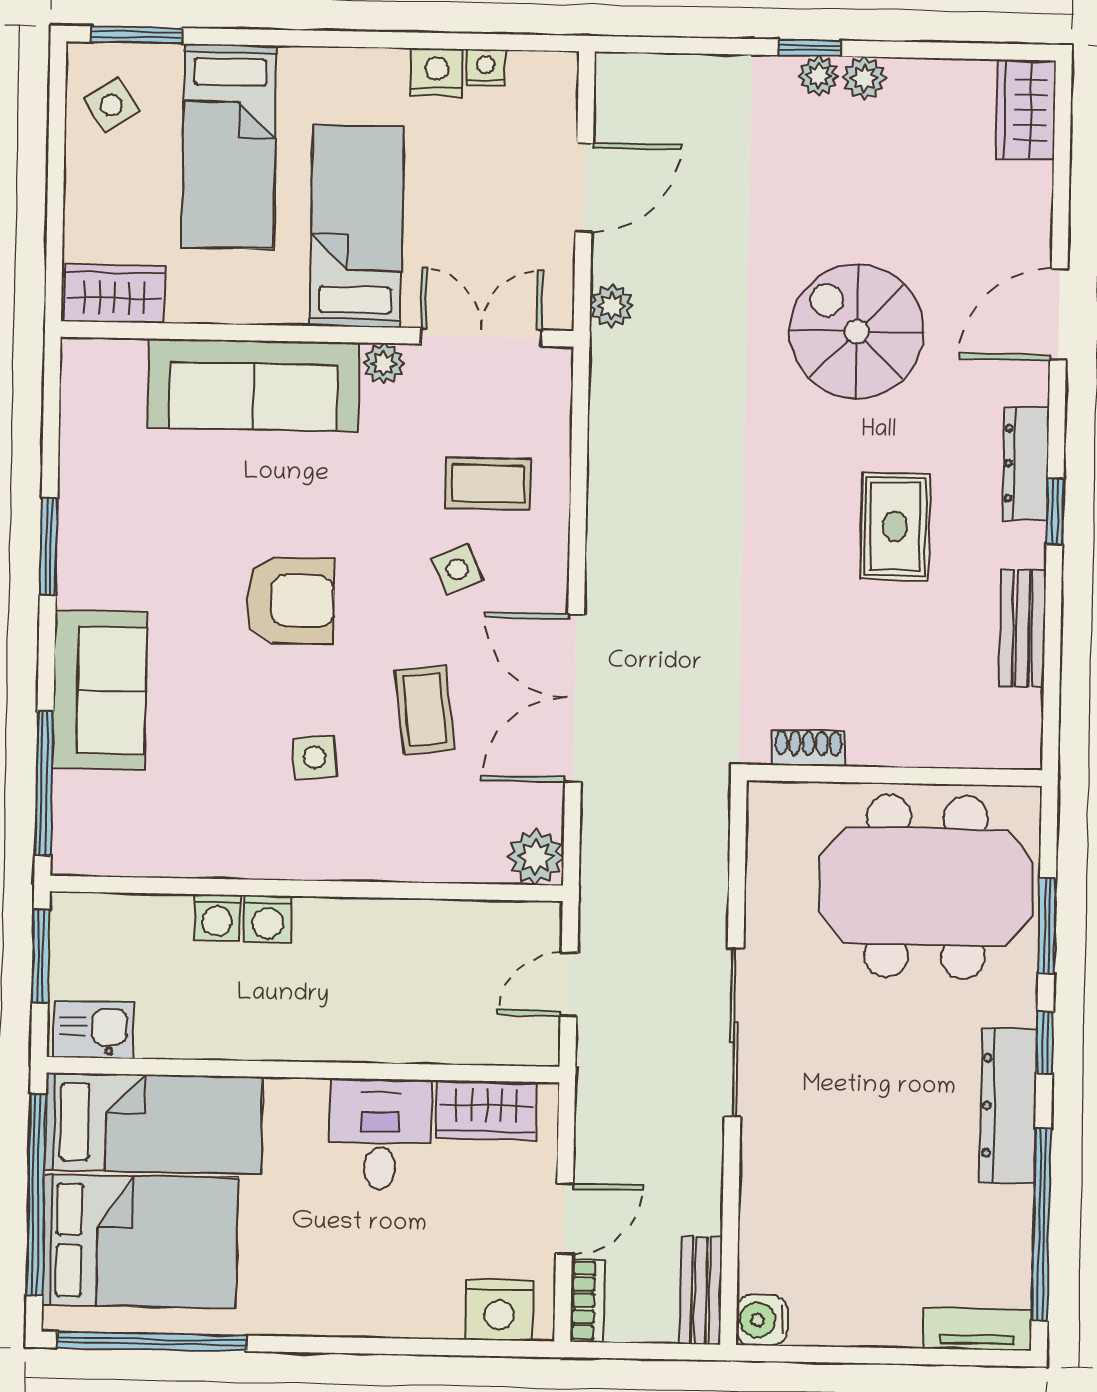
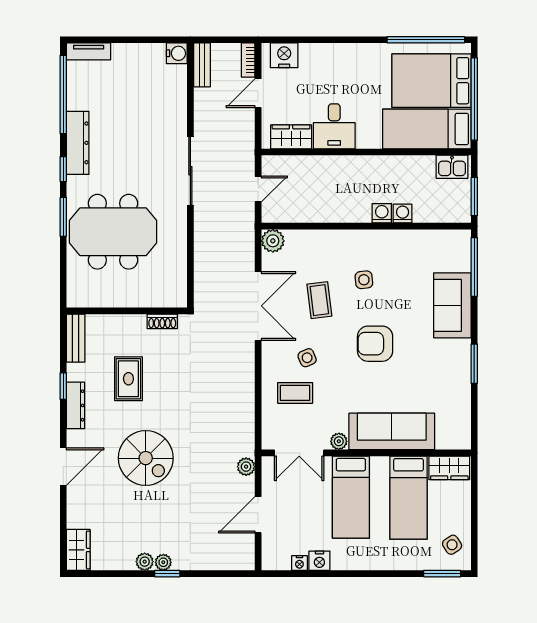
bed: (229, 146) -> (409, 498), moved, turned 180
shoe rack: (808, 748) -> (162, 321), moved
wall: (894, 775) -> (127, 311), moved

